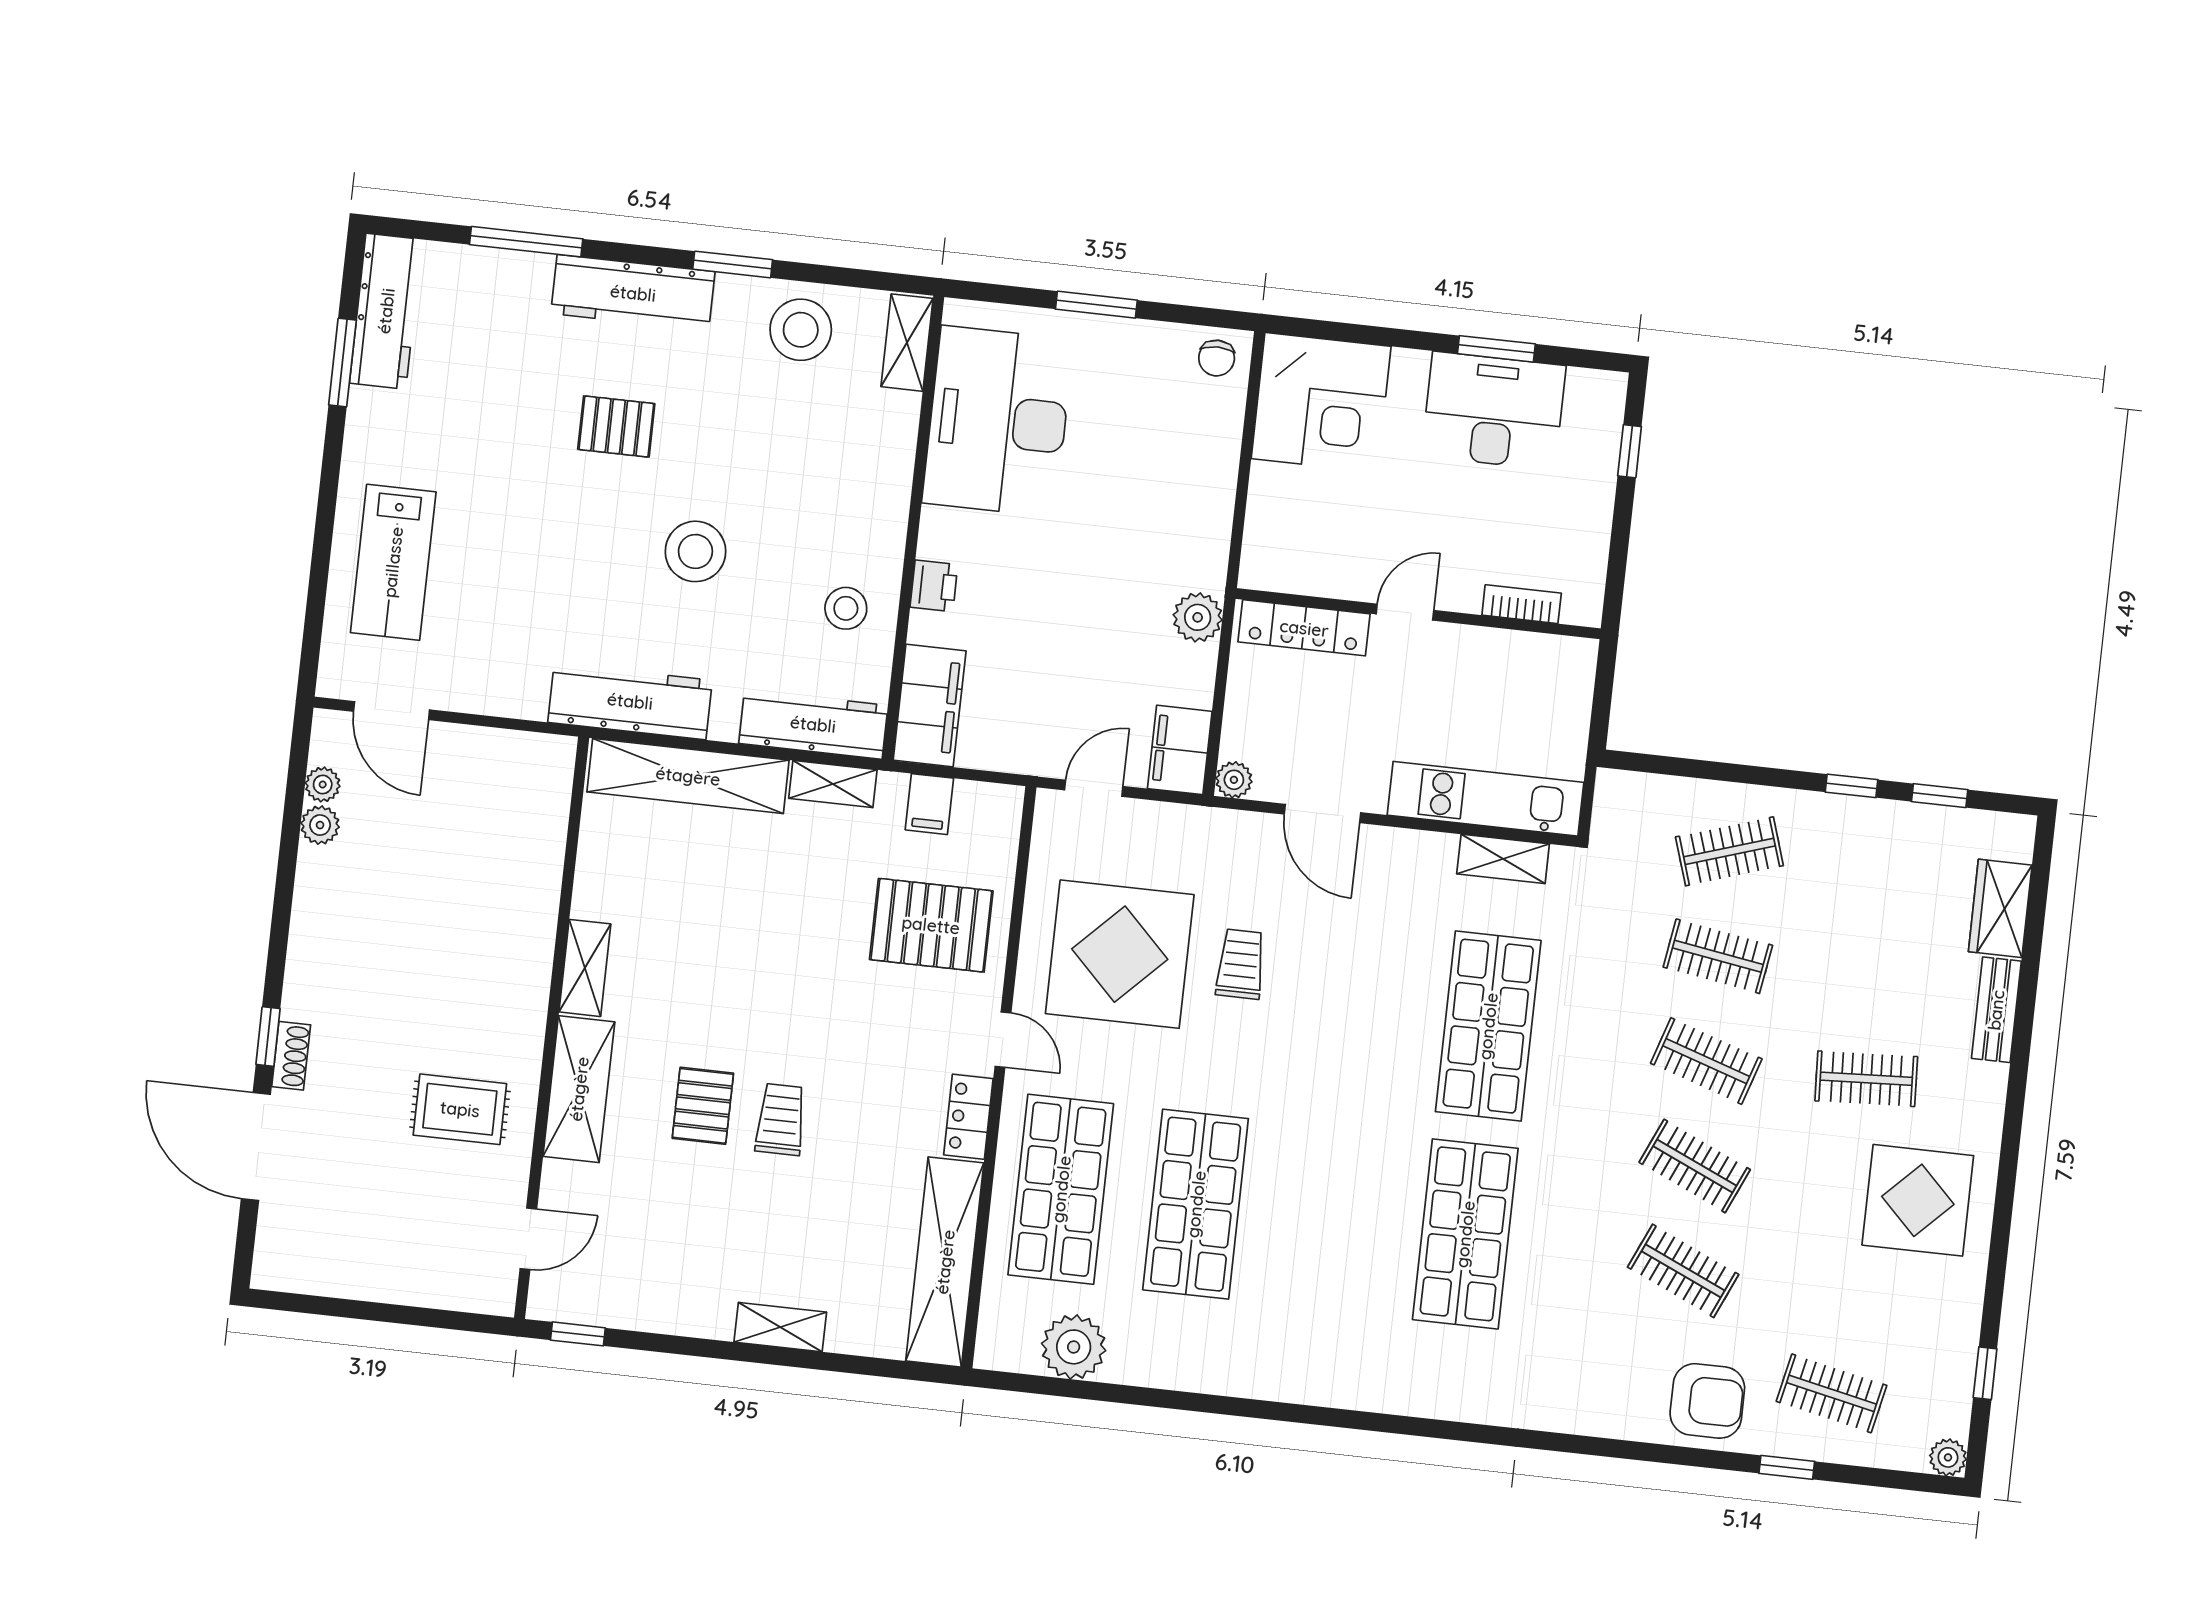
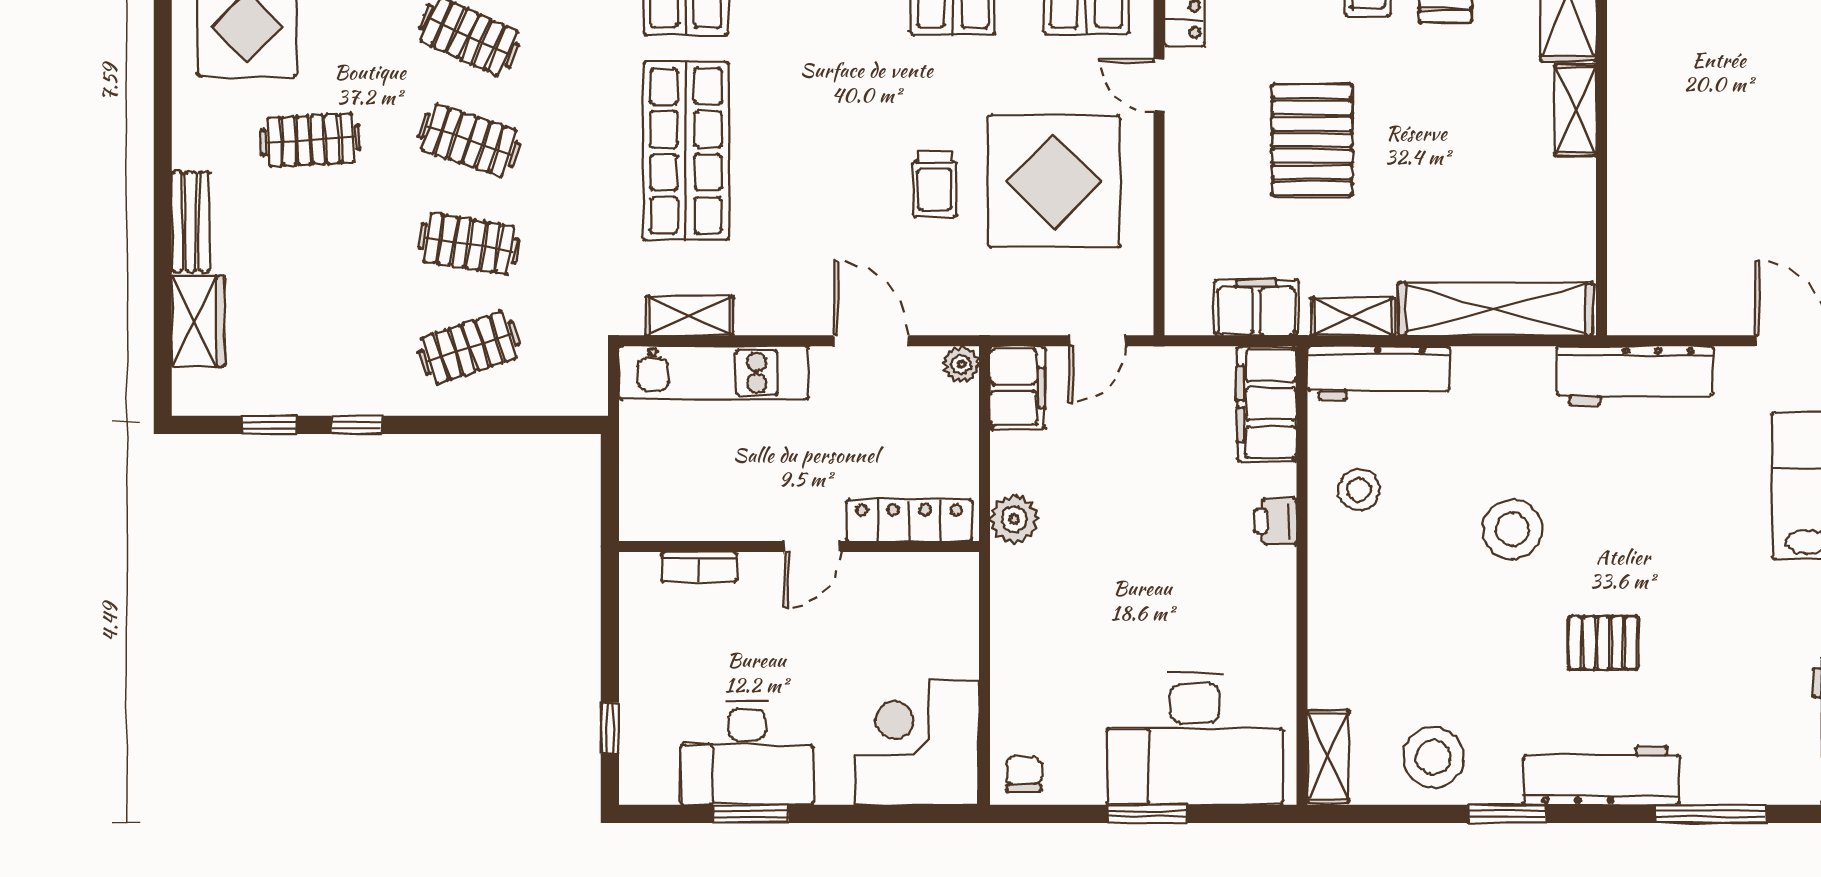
desk: (998, 421) -> (1195, 739), moved, turned 90
workbench: (630, 701) -> (1635, 376), moved
filing cabinet: (929, 804) -> (1256, 308), width x2.00
pallet: (931, 925) -> (1312, 140), moved, turned 90

